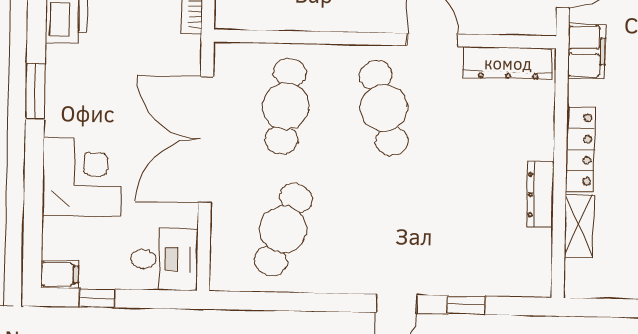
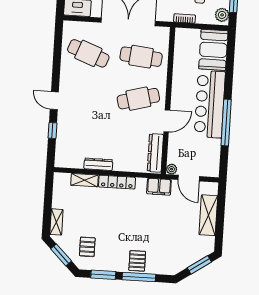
plant: (544, 24) -> (172, 169), added

